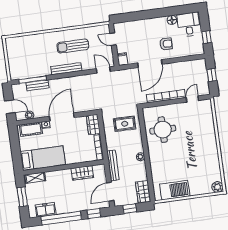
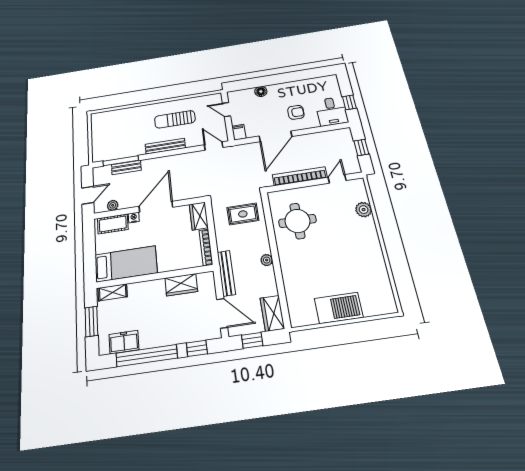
floor lamp: (172, 20) -> (261, 91), moved
desk: (189, 24) -> (332, 111), moved, turned 180
door: (10, 107) -> (88, 195), hinge flipped
plant: (217, 187) -> (364, 210), moved
barbecue: (175, 190) -> (339, 308), moved
door: (110, 192) -> (222, 313), swing flipped

